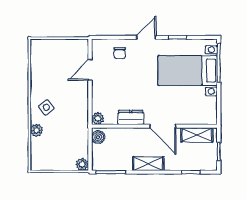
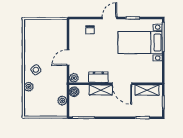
door: (90, 70) -> (68, 58), moved
plant: (82, 164) -> (62, 101), moved
shelving: (148, 164) -> (101, 90), moved

